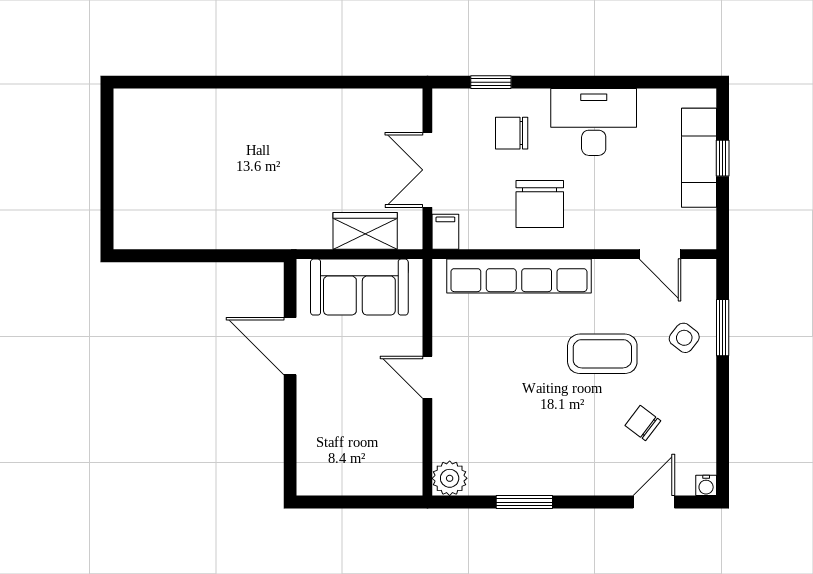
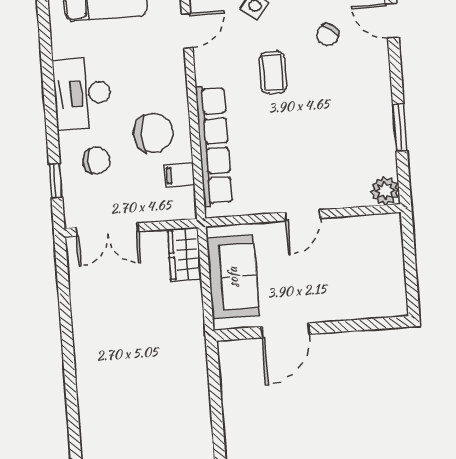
chair: (512, 133) -> (96, 161), turned -90
double door: (427, 170) -> (107, 230), moved
wardrobe: (365, 231) -> (184, 254), moved
filing cabinet: (445, 232) -> (179, 175), moved
coffee table: (602, 354) -> (273, 72), width x0.73, depth x0.77

